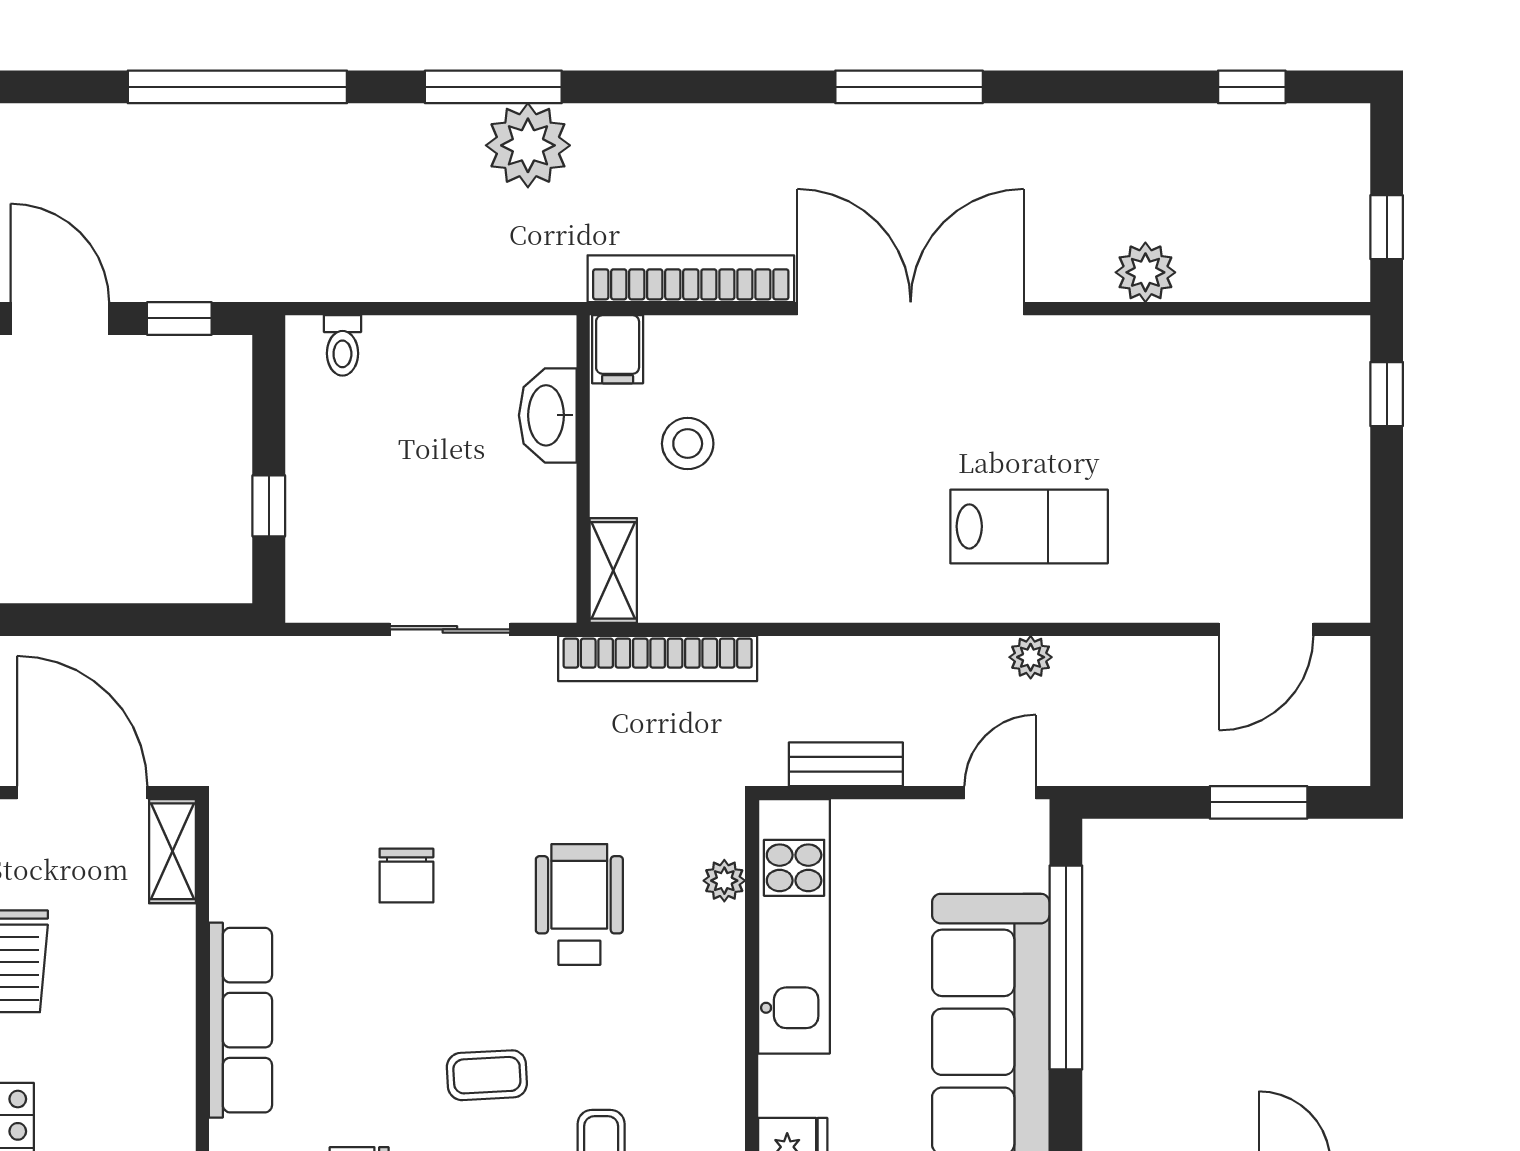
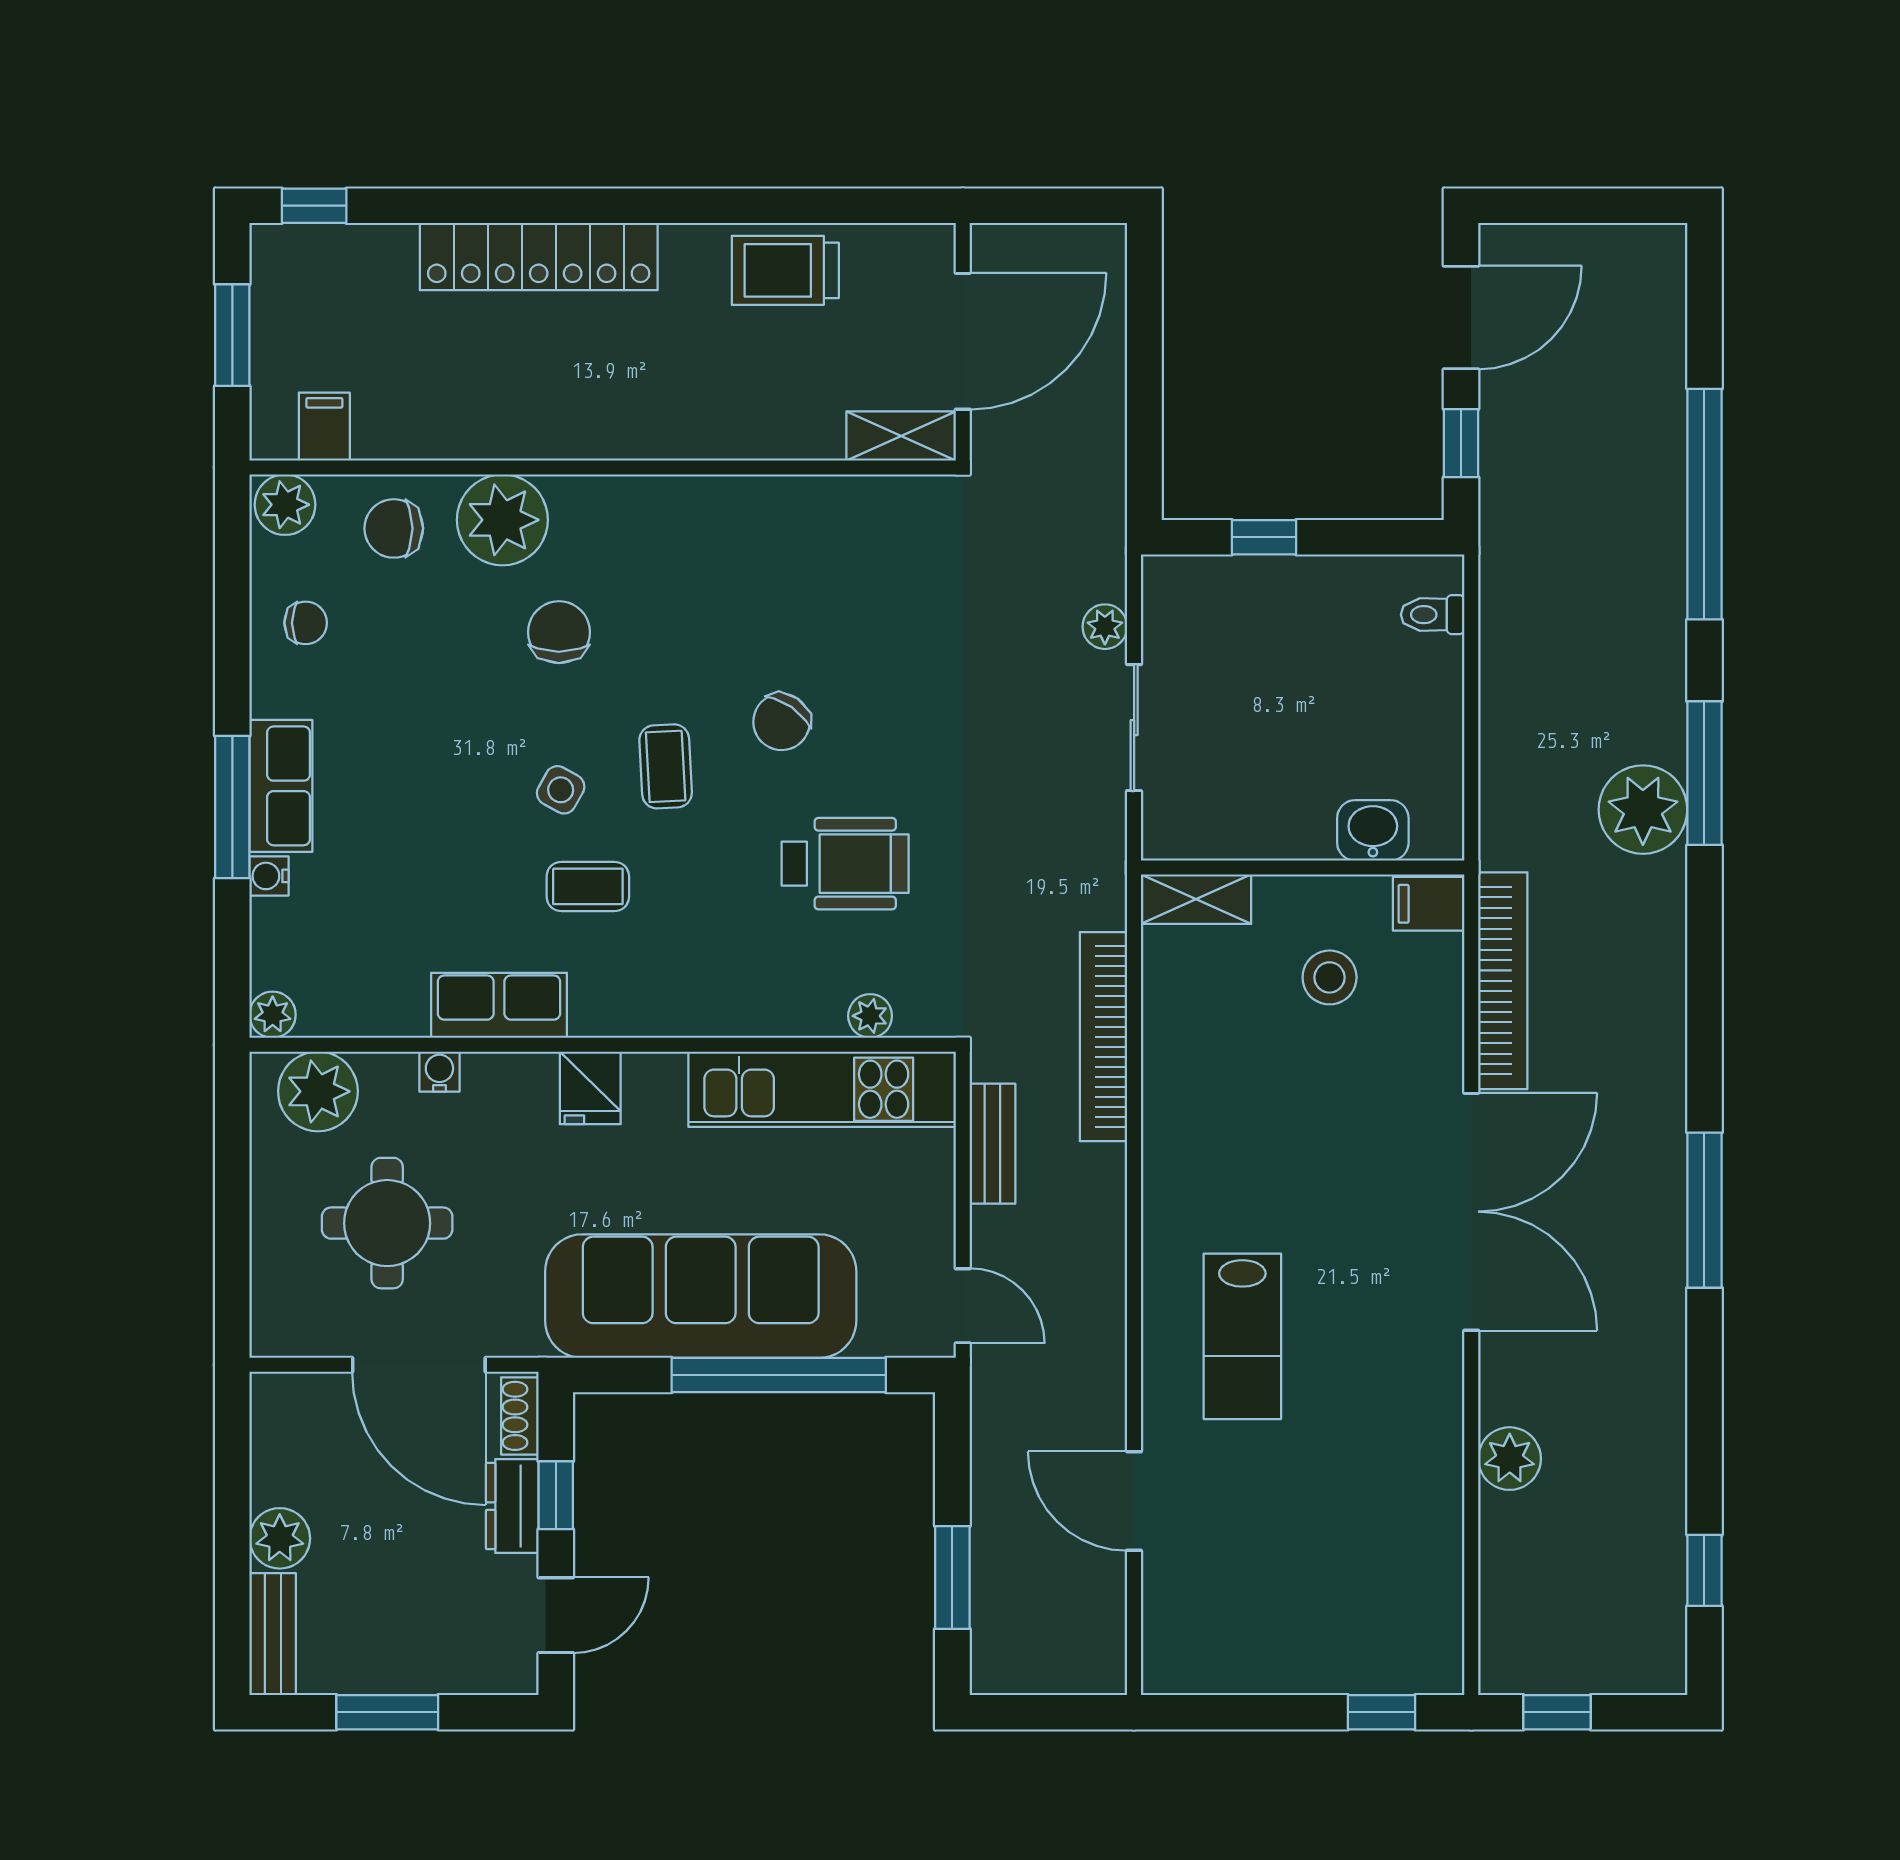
washbasin: (548, 415) -> (1373, 830), width x0.72
door: (1266, 629) -> (1134, 1501), moved
plant: (1031, 657) -> (1105, 627), moved
bookcase: (658, 659) -> (1104, 1037), moved
chair: (406, 876) -> (782, 722), moved, turned -55
row of seats: (241, 1020) -> (723, 507), removed

